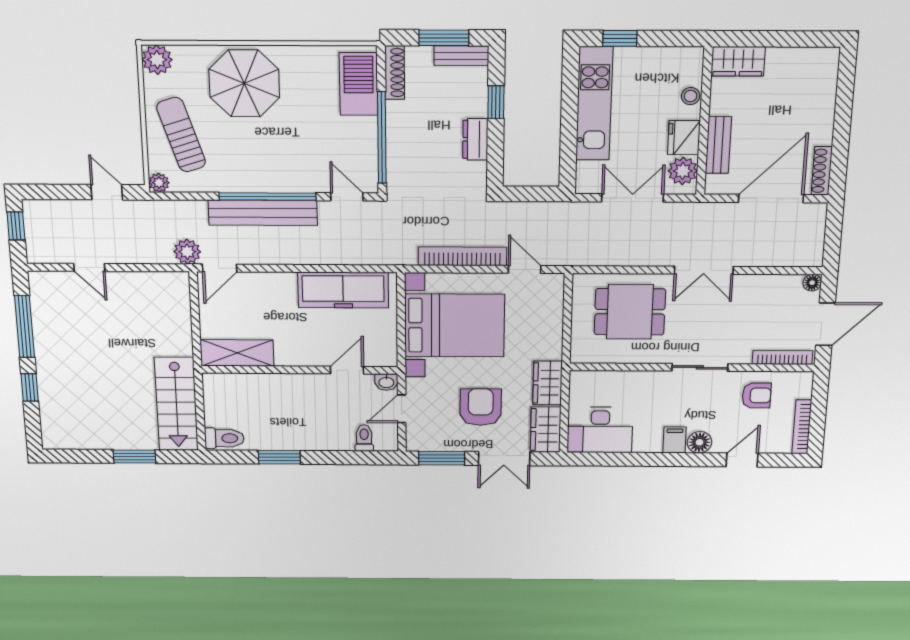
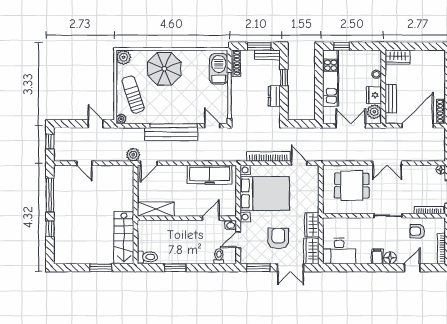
armchair: (757, 395) -> (417, 231), turned 180

